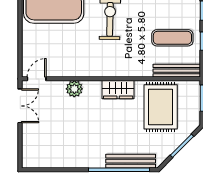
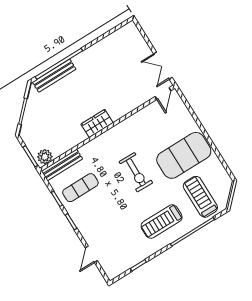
plant: (74, 89) -> (45, 157), moved
rug: (161, 107) -> (57, 130), removed

